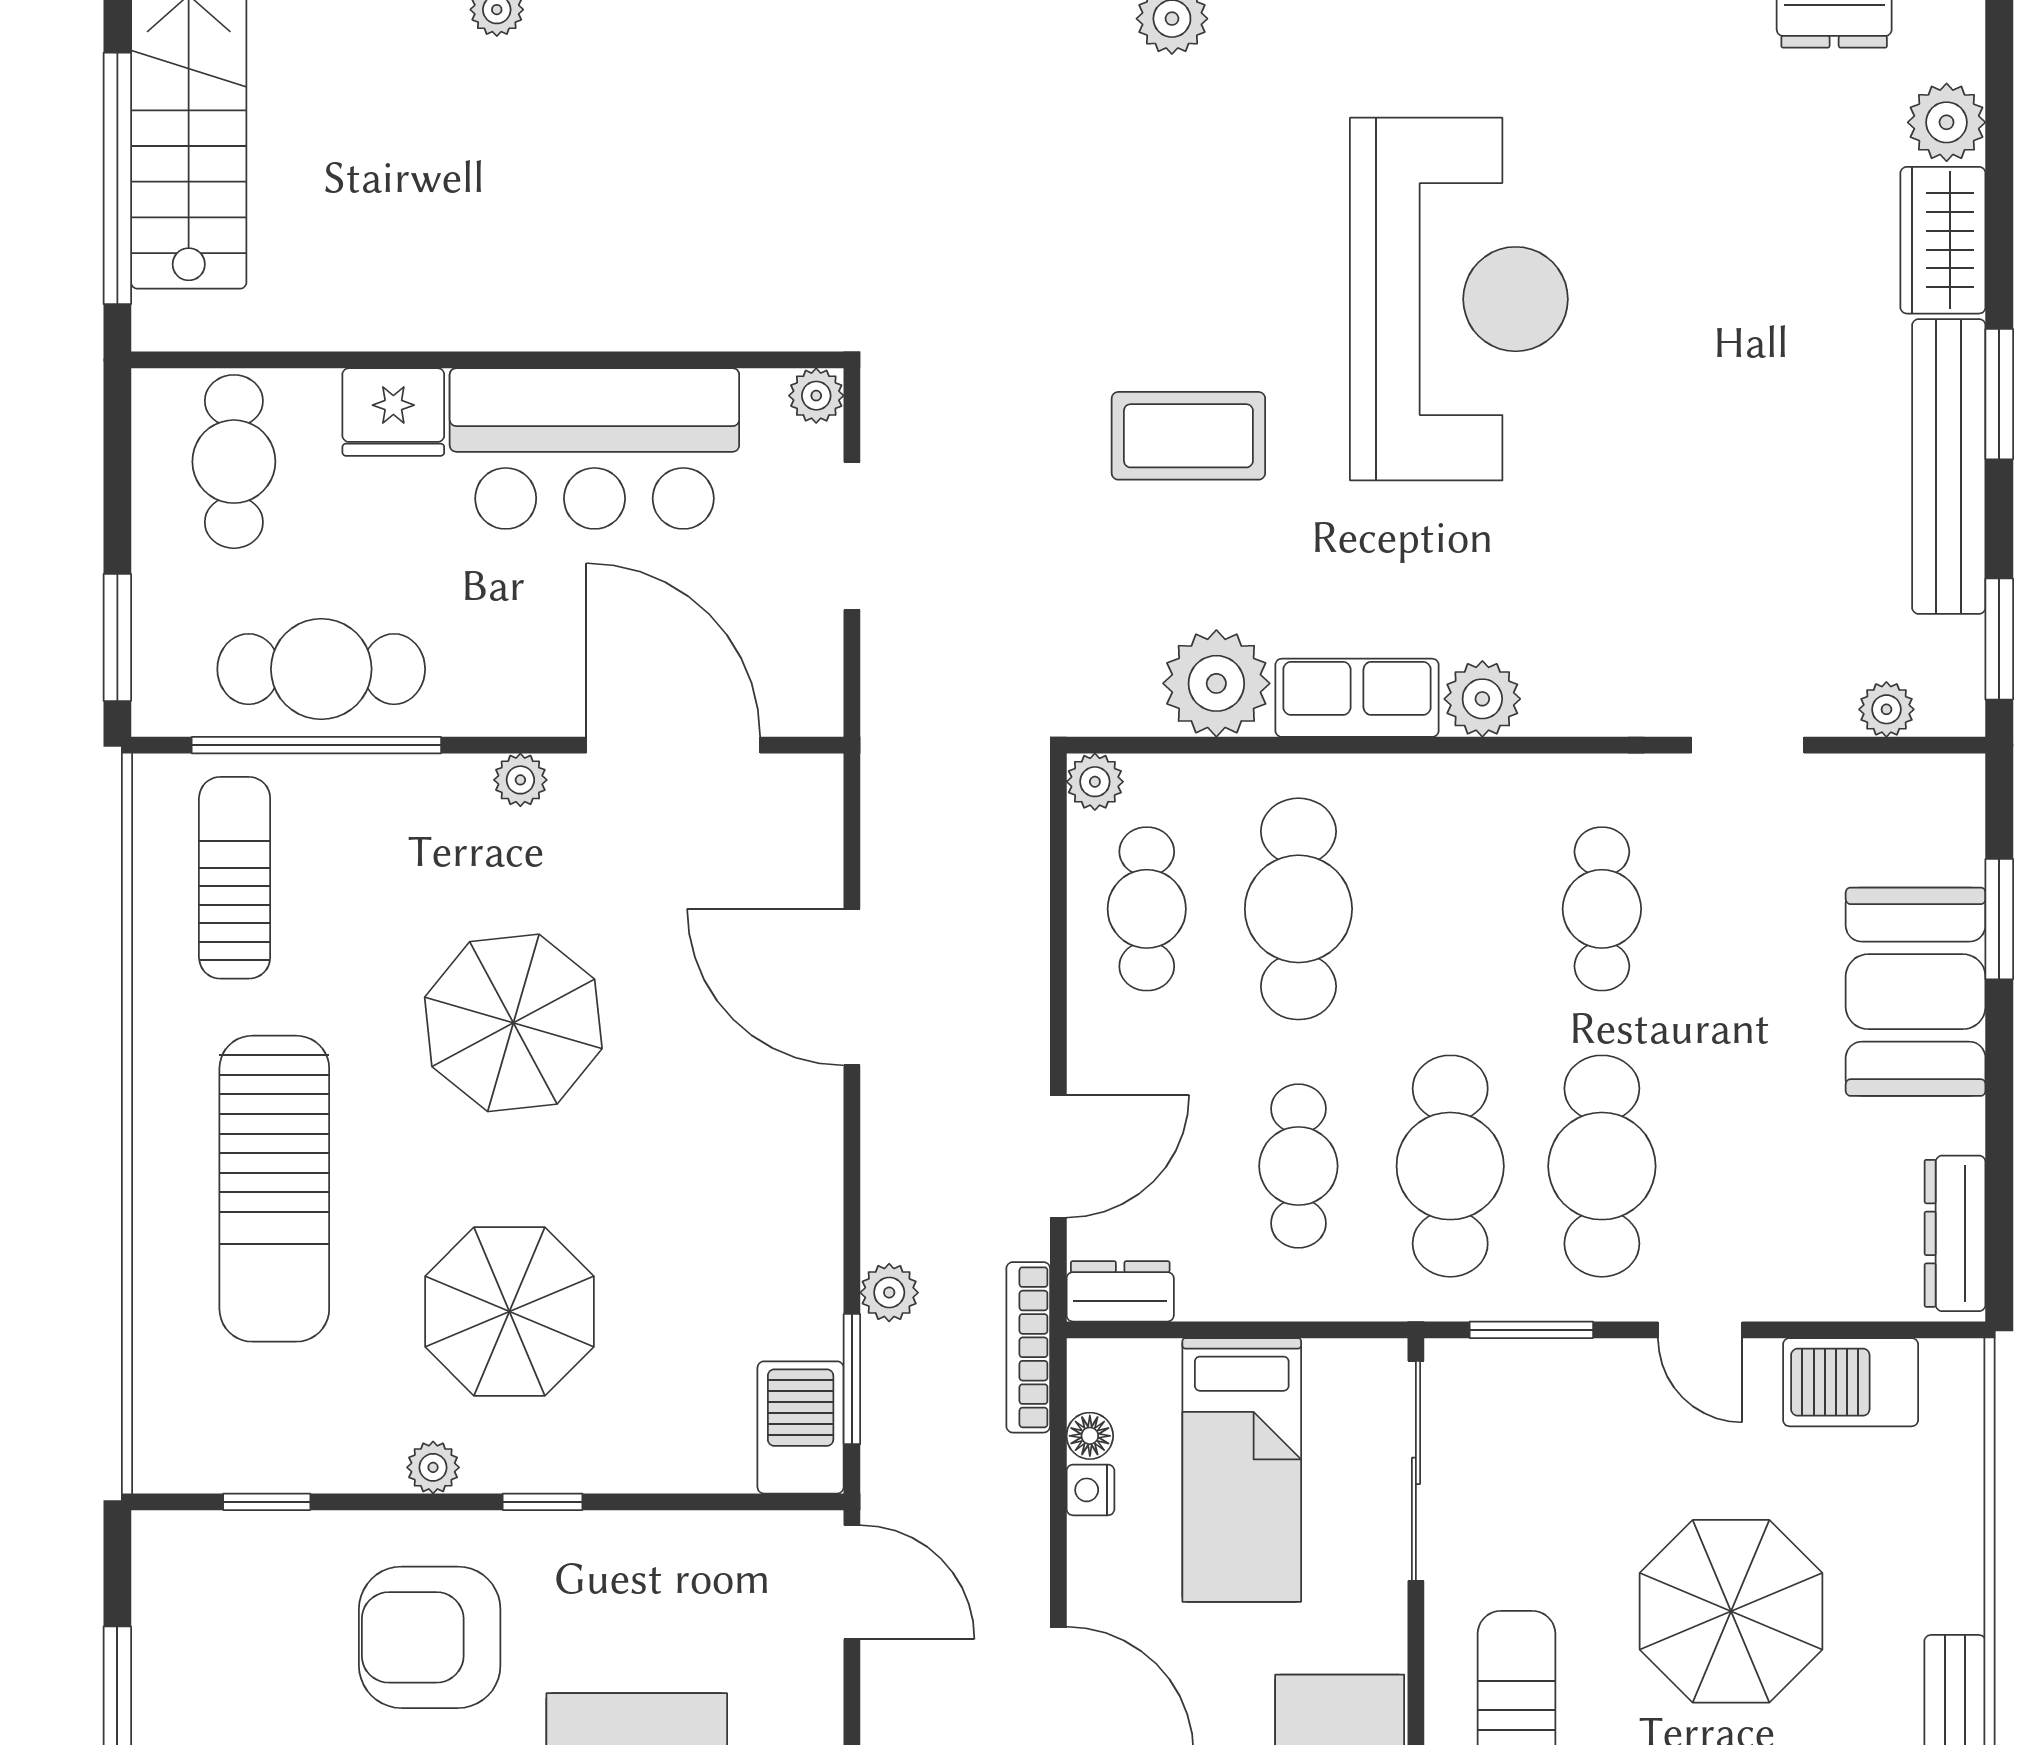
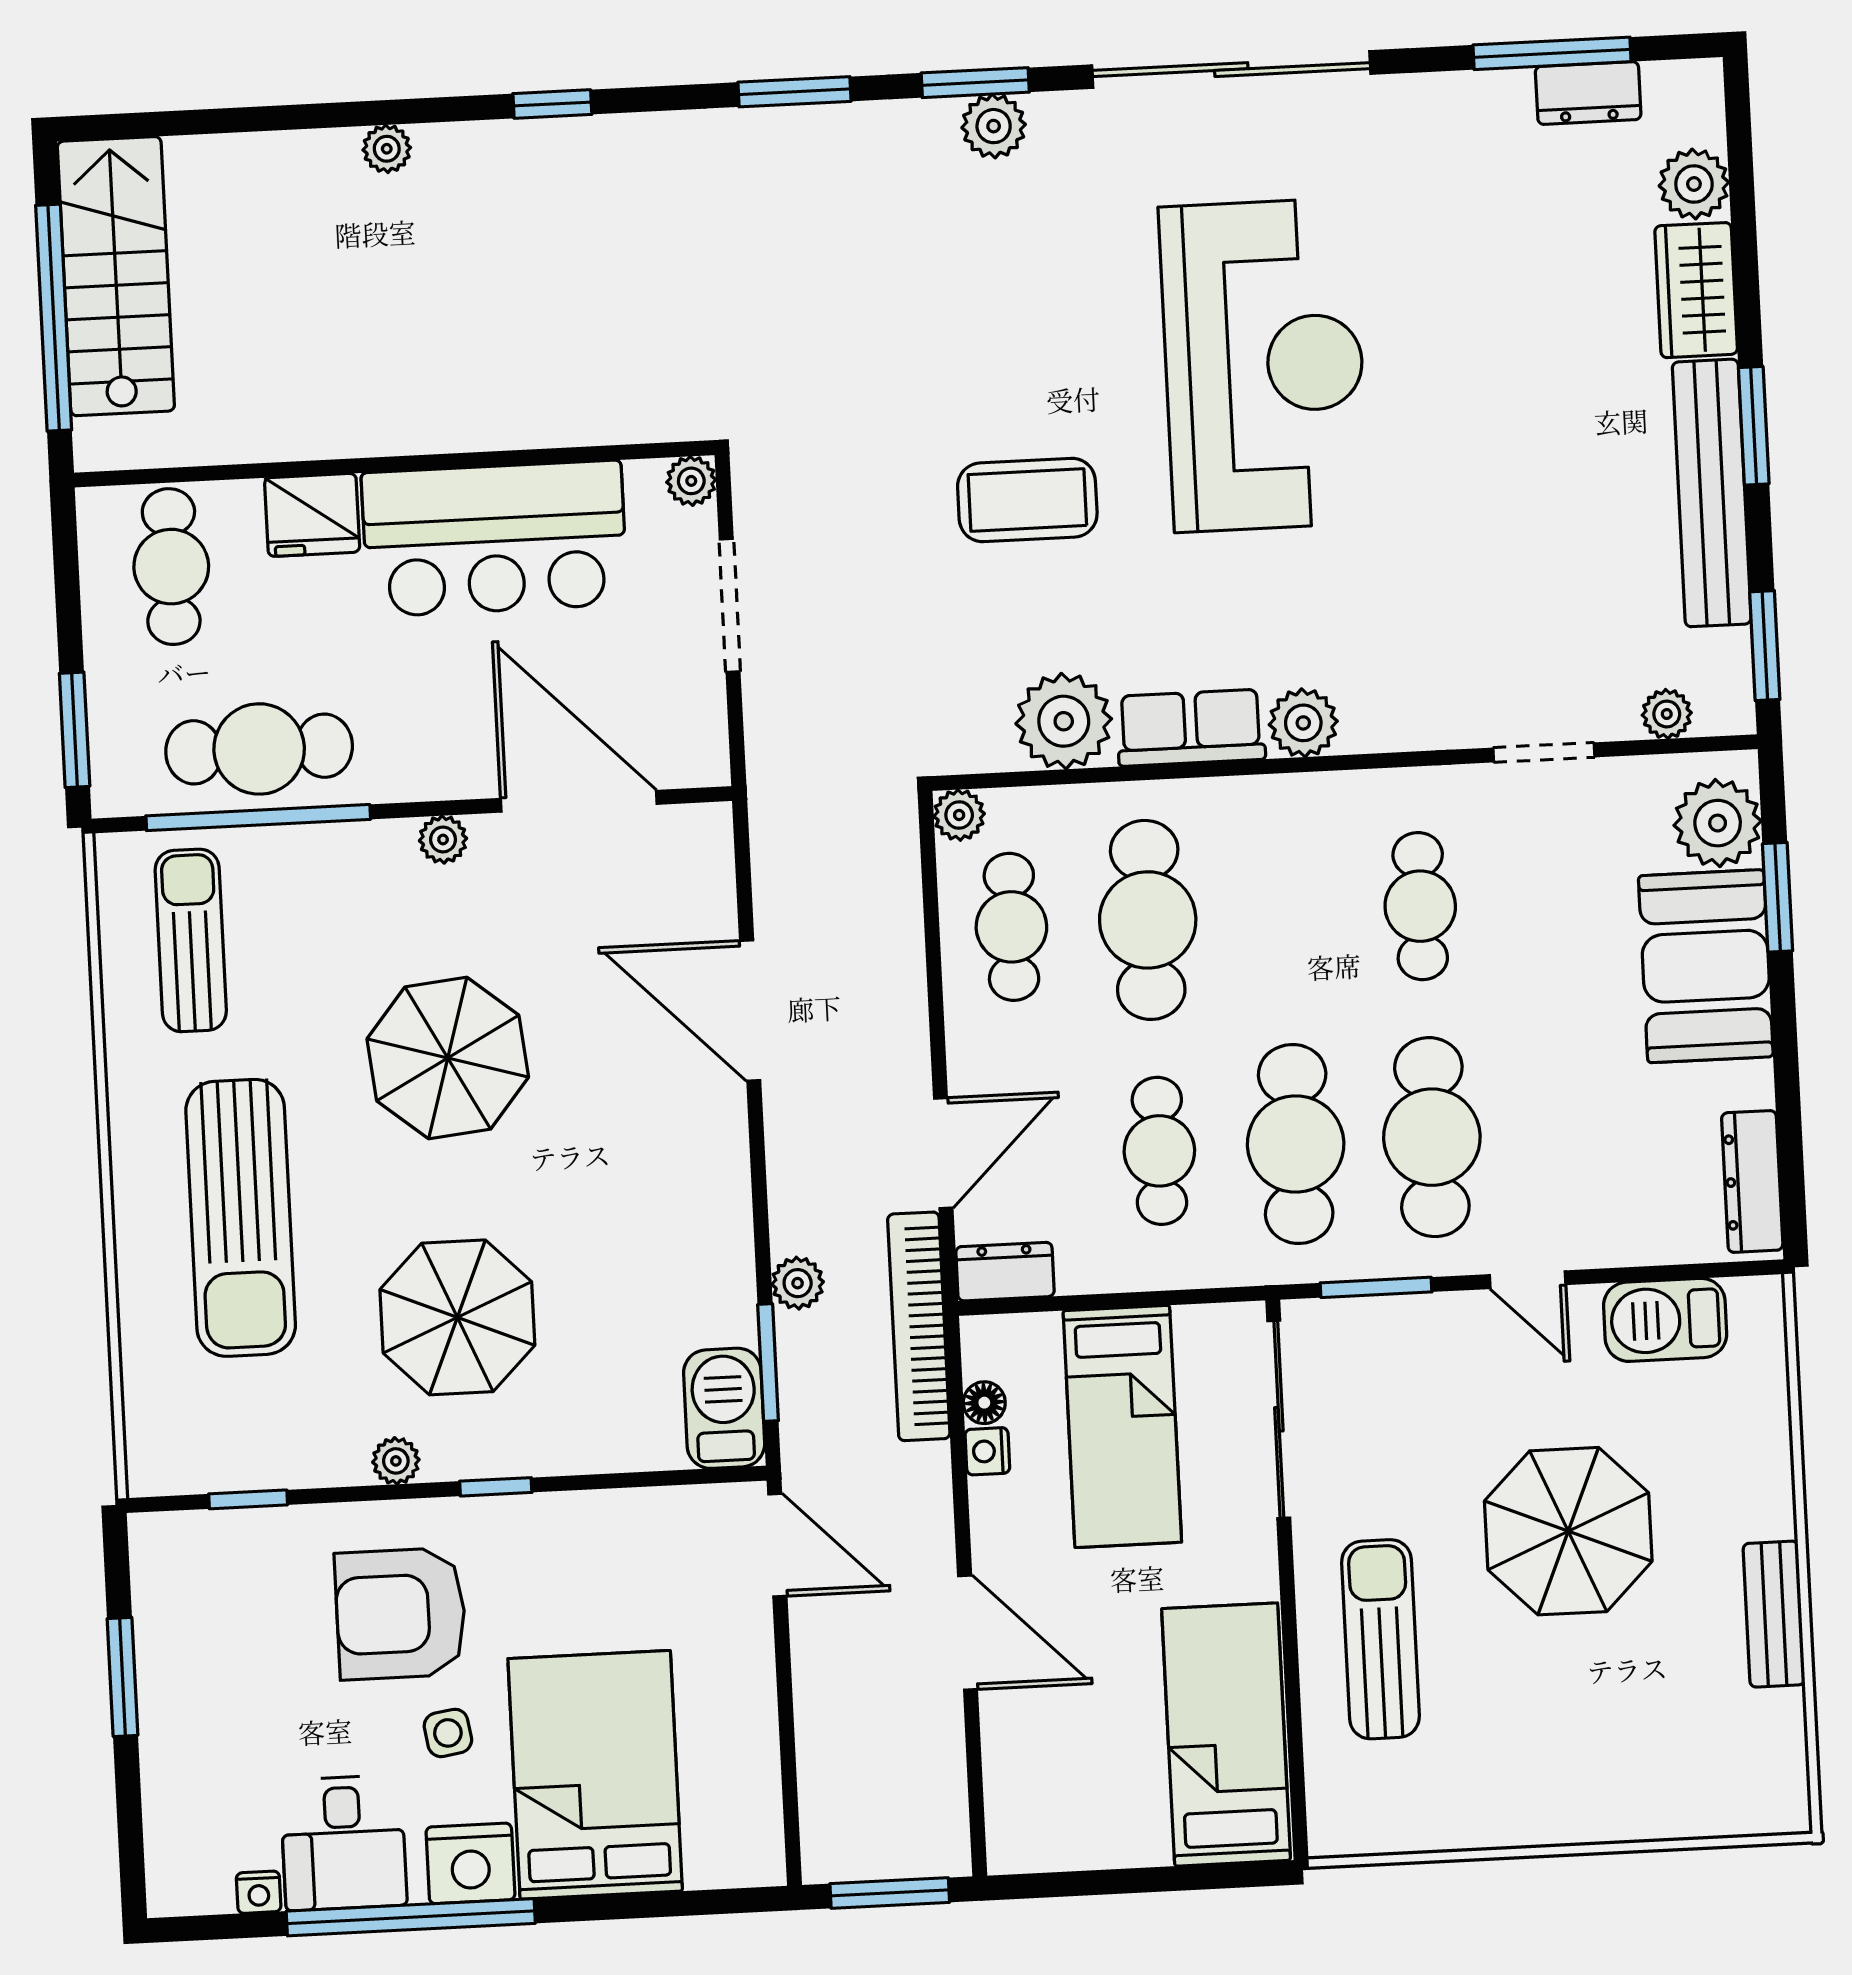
plant: (1937, 833) -> (1718, 823), added
bookcase: (1028, 1347) -> (919, 1326), width x1.48, depth x1.31

